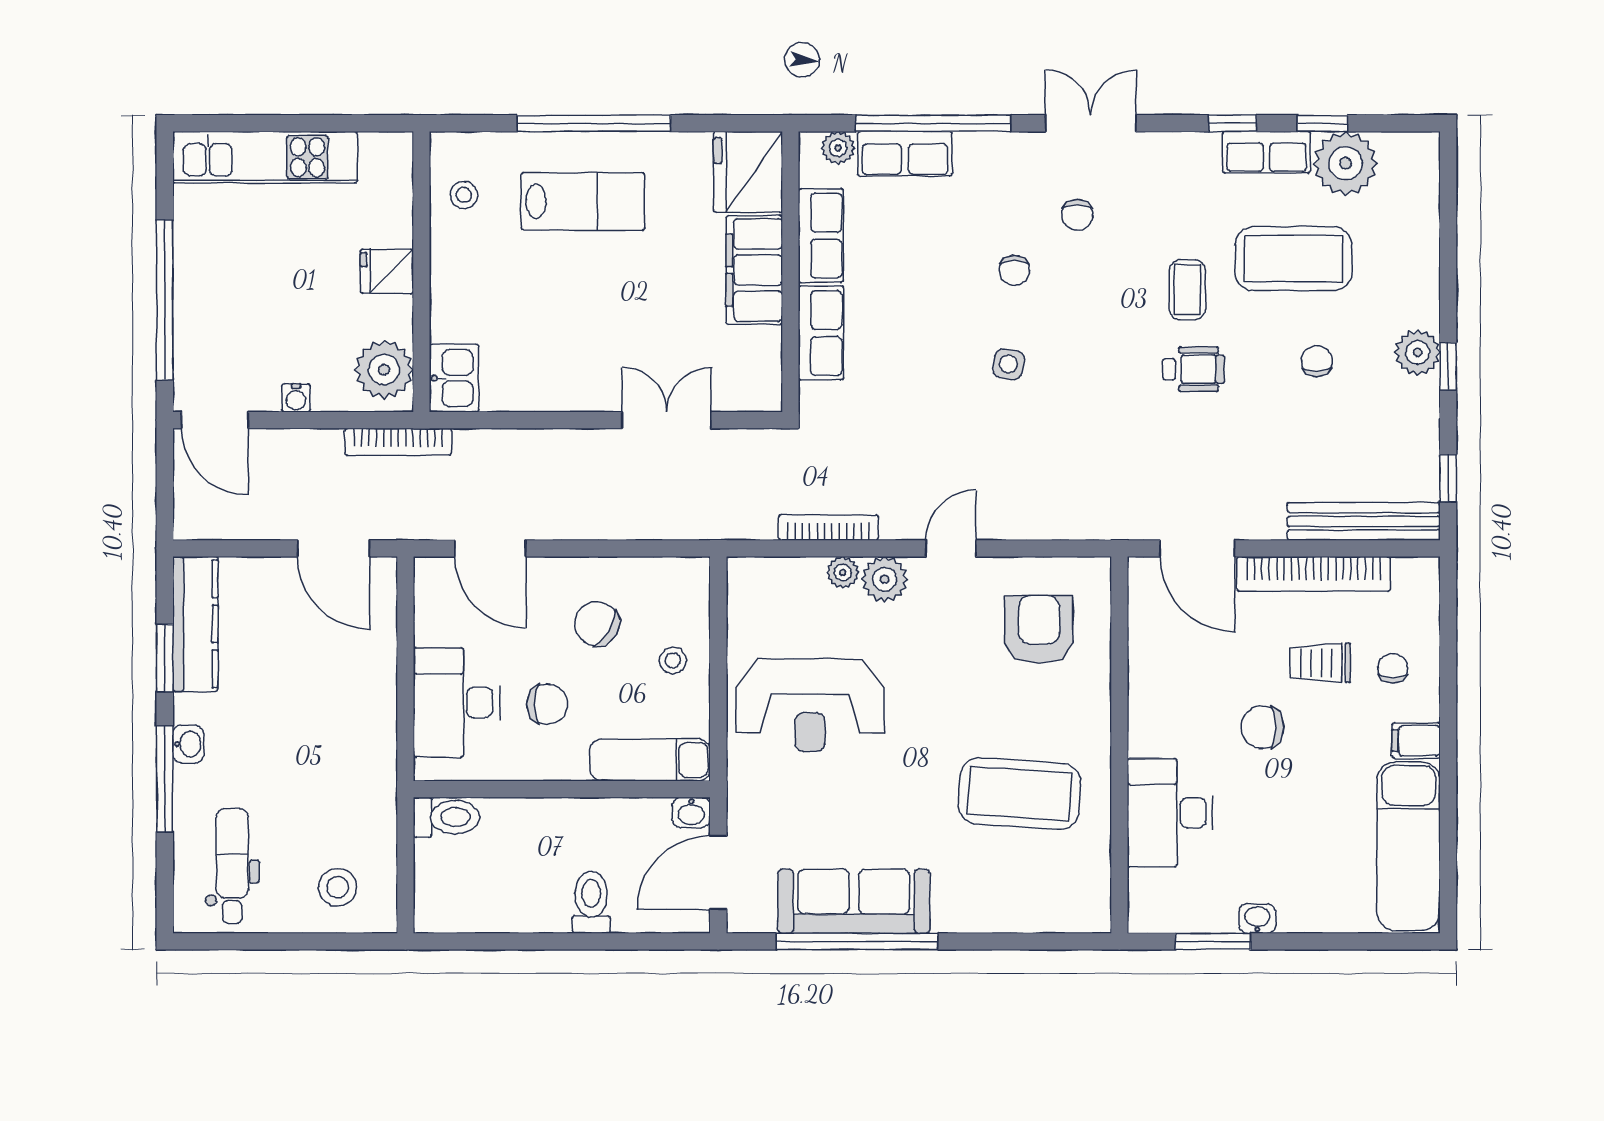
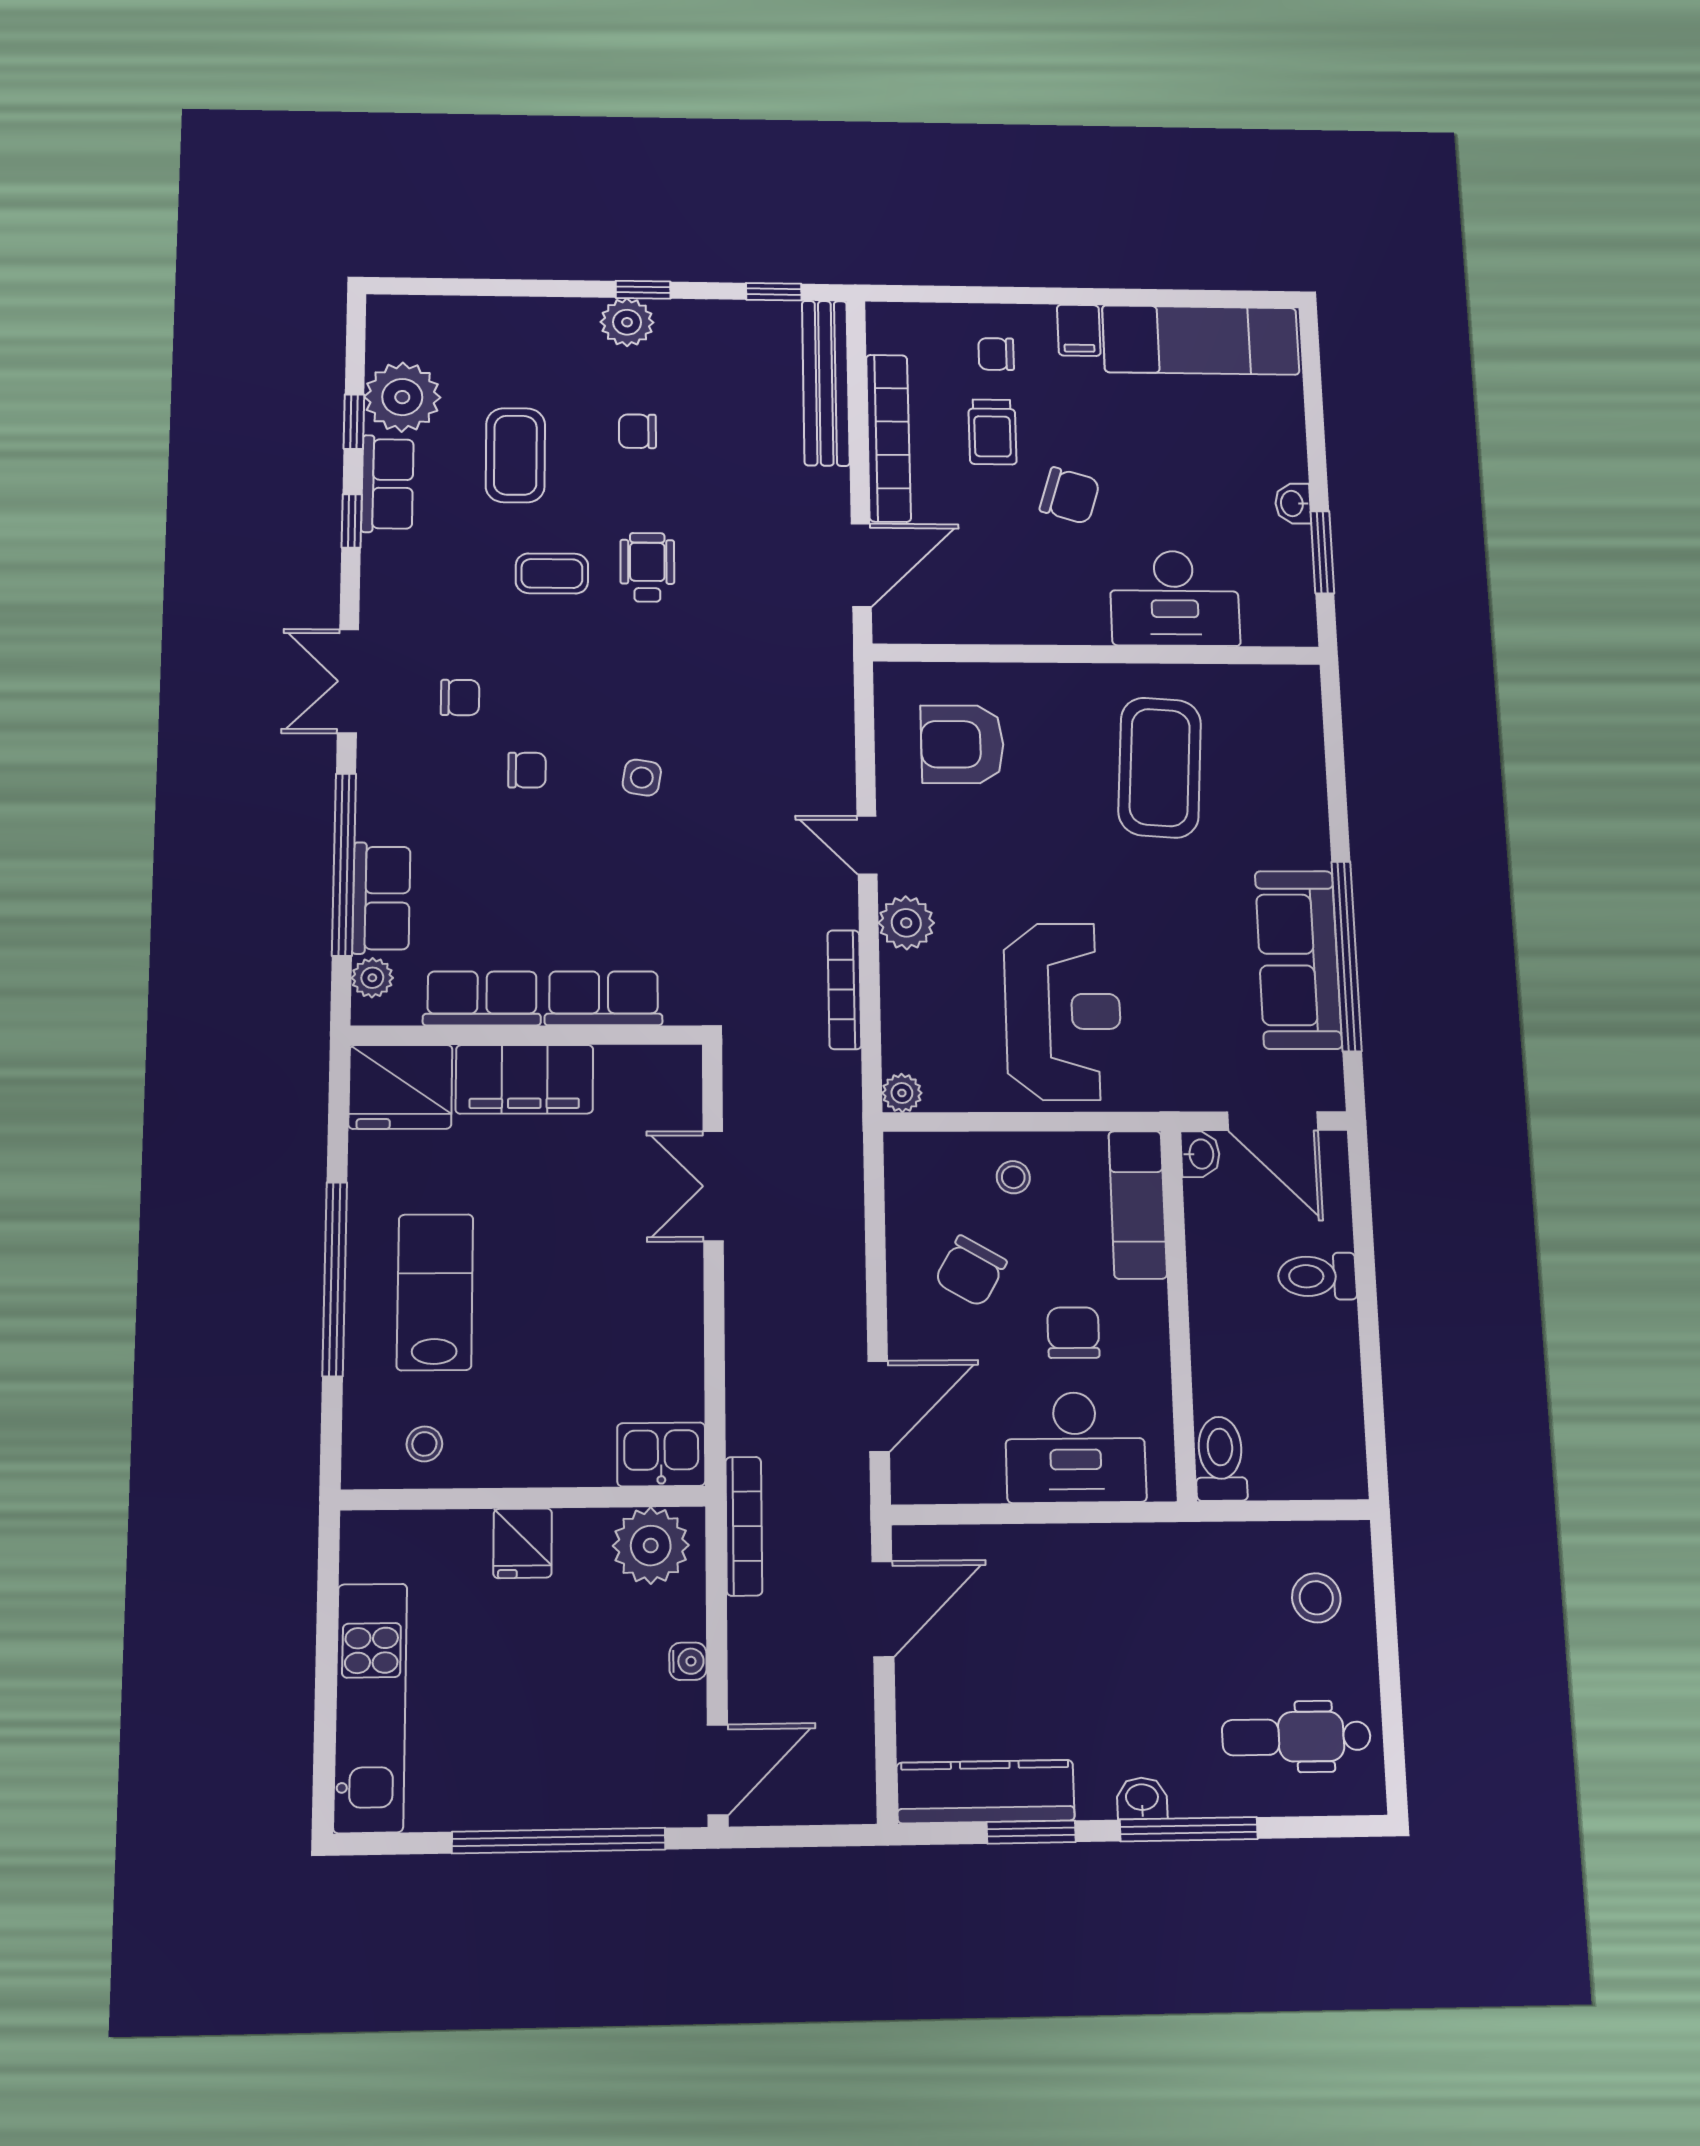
coffee table: (1294, 259) -> (515, 455), width x0.73, depth x0.76
plant: (843, 572) -> (902, 1093), moved
chair: (1262, 727) -> (1070, 496), turned -73

